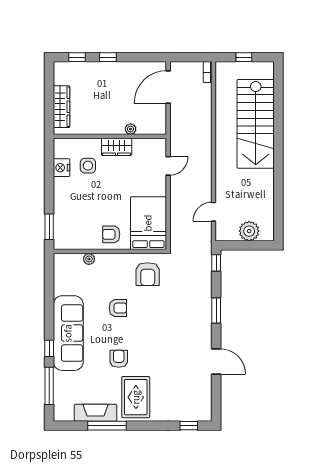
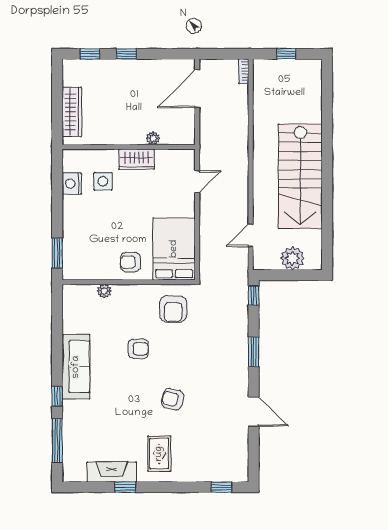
stairs: (256, 124) -> (300, 176), moved
sofa: (68, 333) -> (76, 367), width x0.74, depth x0.79
armchair: (119, 359) -> (173, 399), moved, turned -77
rug: (136, 397) -> (159, 454), width x0.73, depth x0.70
window: (107, 426) -> (125, 487), width x0.46

